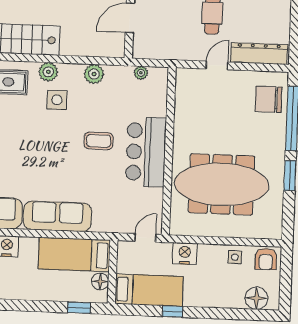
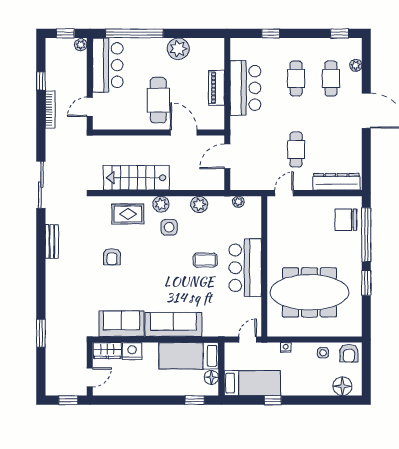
door: (217, 65) -> (284, 193), moved
nightstand: (185, 254) -> (286, 347), width x0.53, depth x0.56

